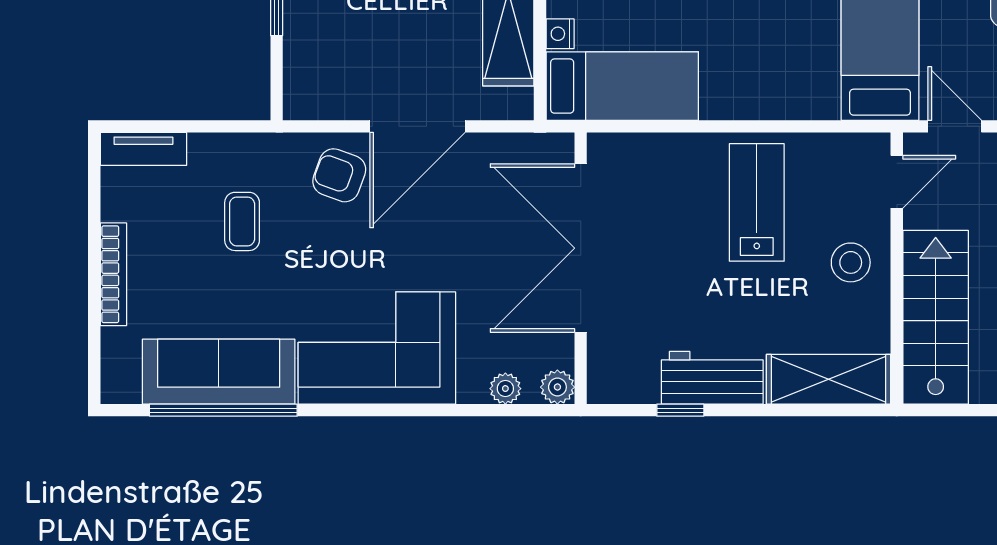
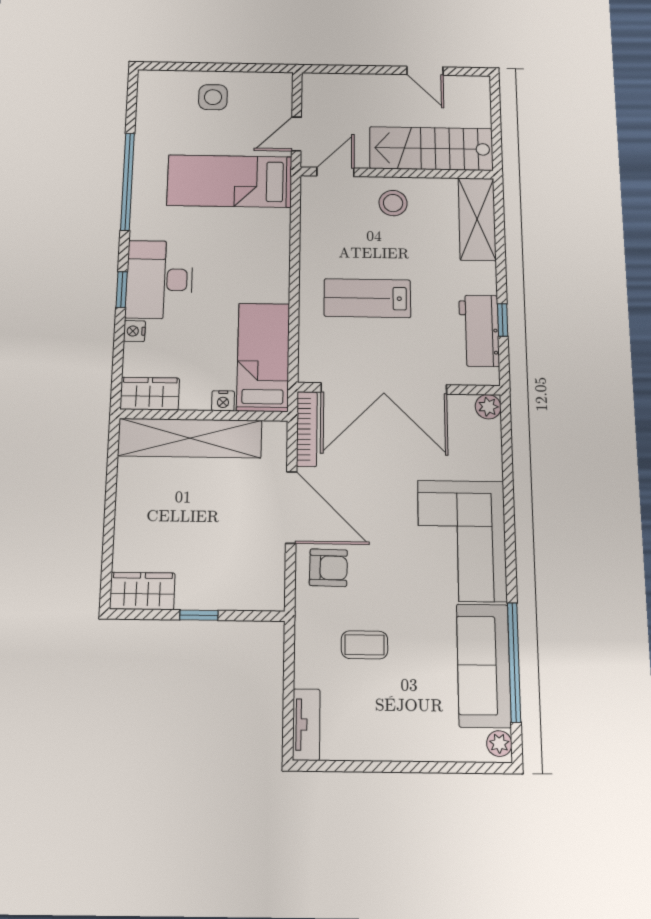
armchair: (339, 175) -> (328, 568), turned -109
door: (897, 182) -> (335, 172), hinge flipped
lab bench: (757, 202) -> (367, 298), moved
bookcase: (113, 274) -> (307, 429), moved, turned 90
workbench: (712, 378) -> (479, 331), moved
plant: (505, 389) -> (499, 744), moved

